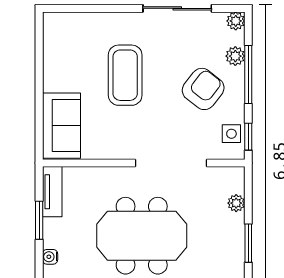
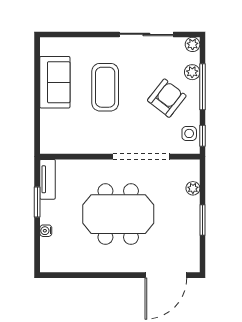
sofa: (61, 126) -> (55, 82), moved

